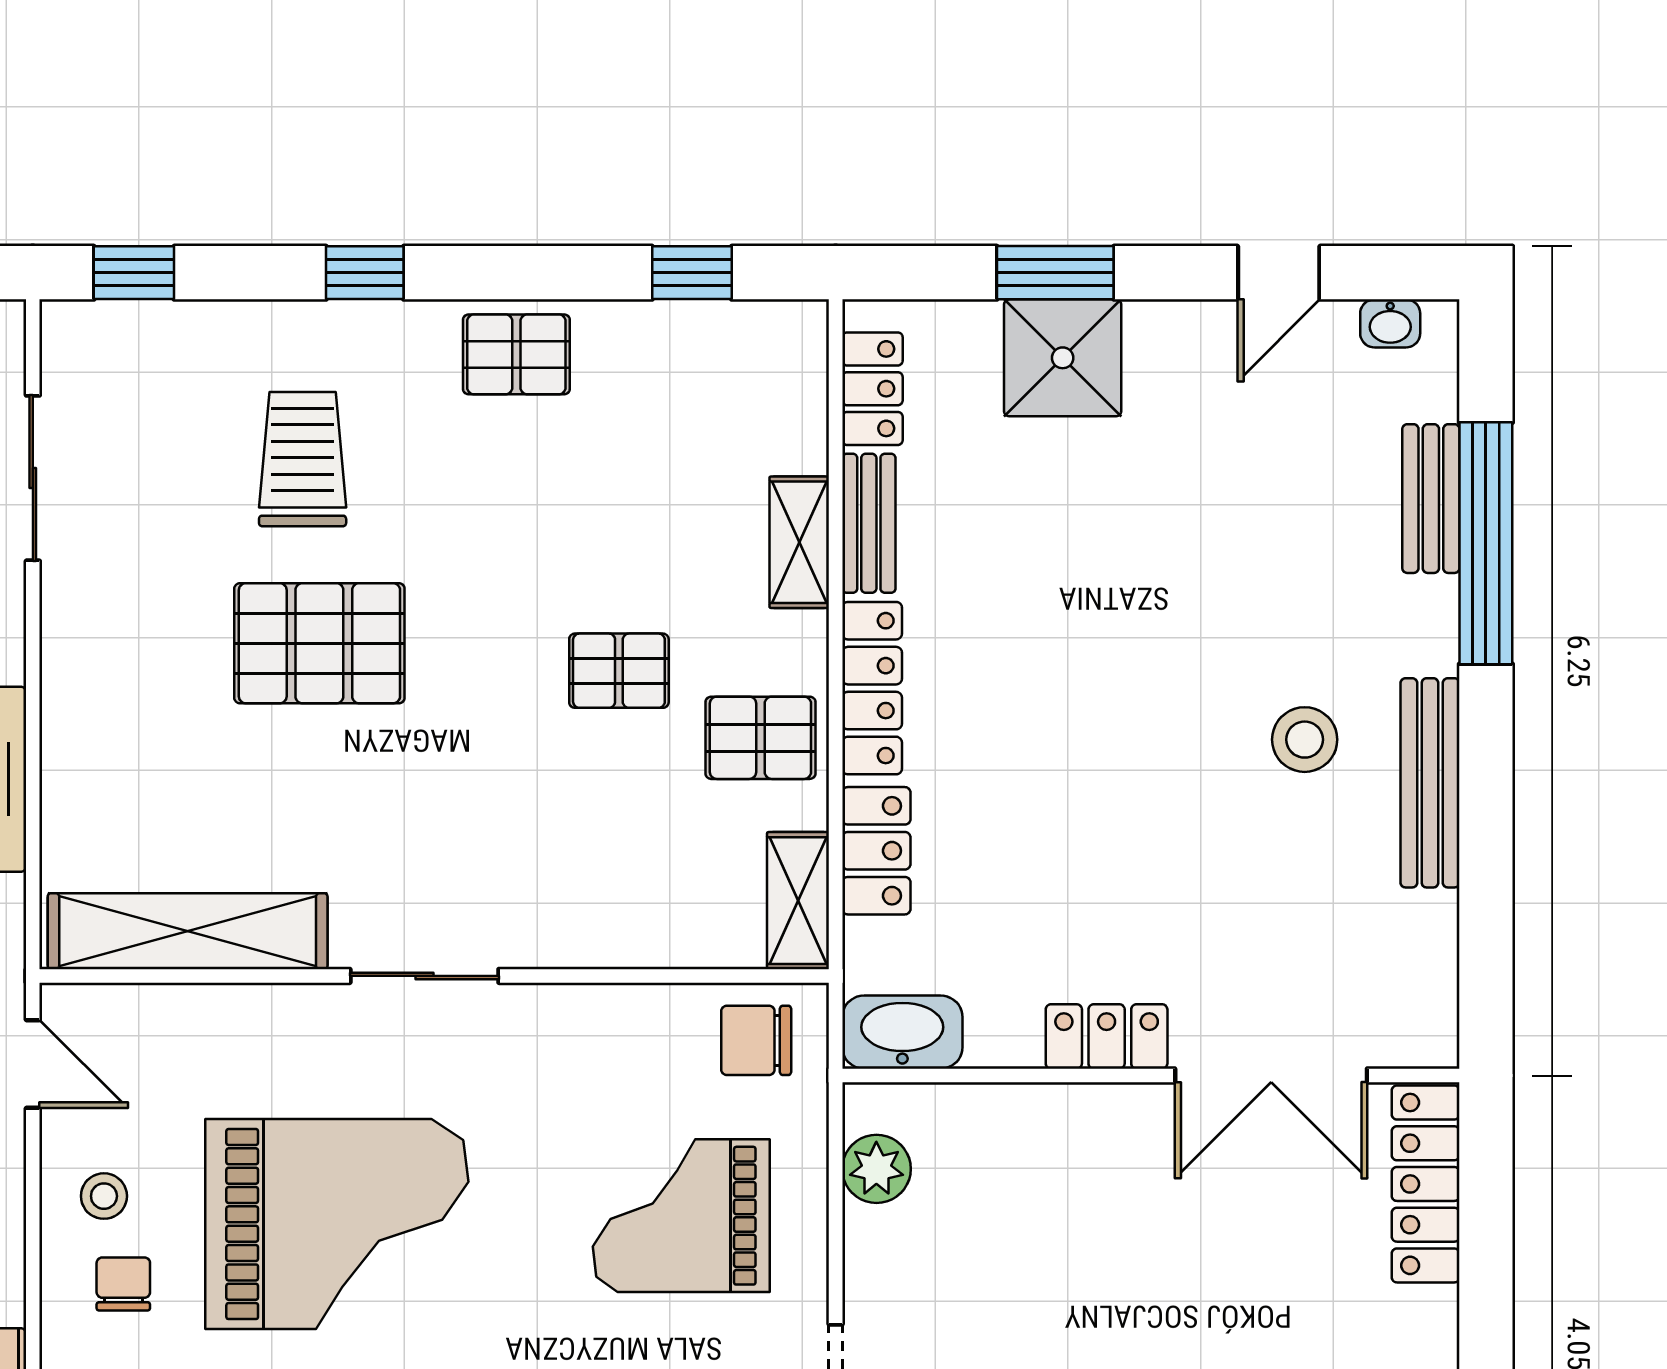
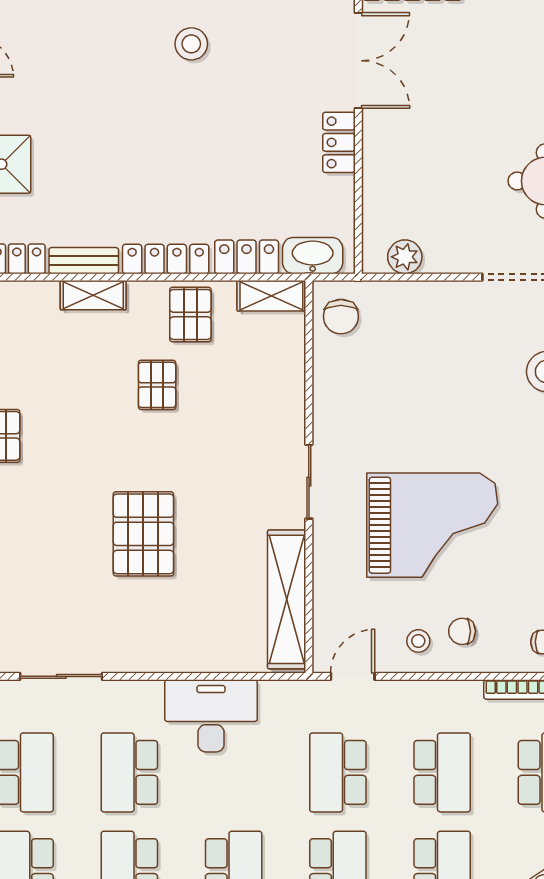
trolley: (303, 459) -> (52, 542), removed
washbasin: (902, 1032) -> (313, 256), moved, turned 90
grand piano: (681, 1216) -> (428, 354), removed
grand piano: (337, 1224) -> (432, 525), turned 90

